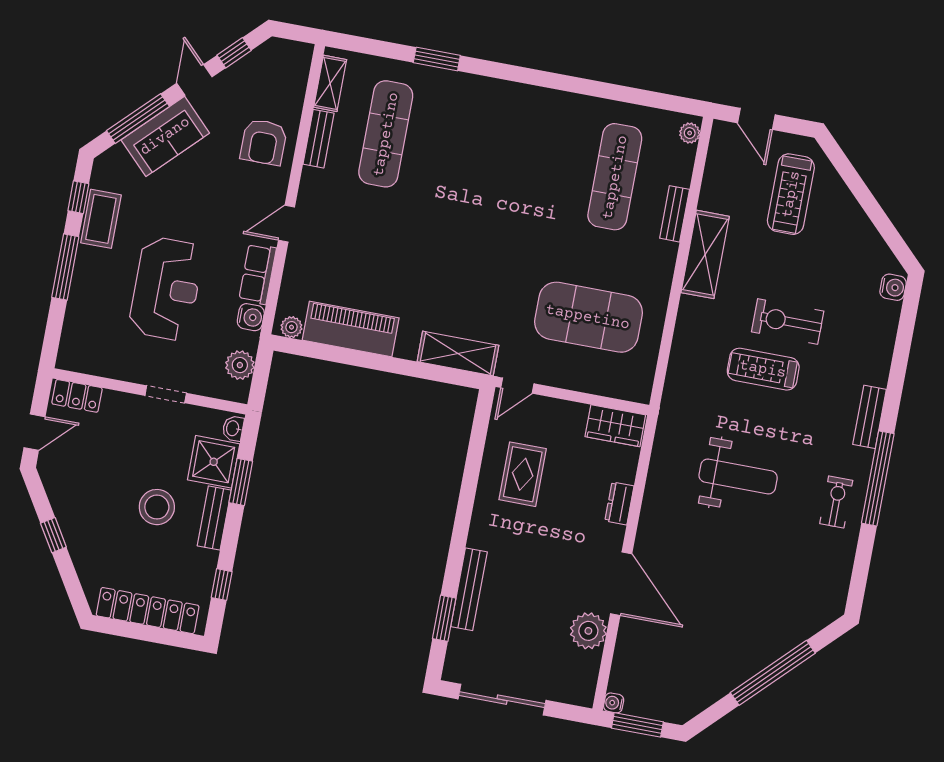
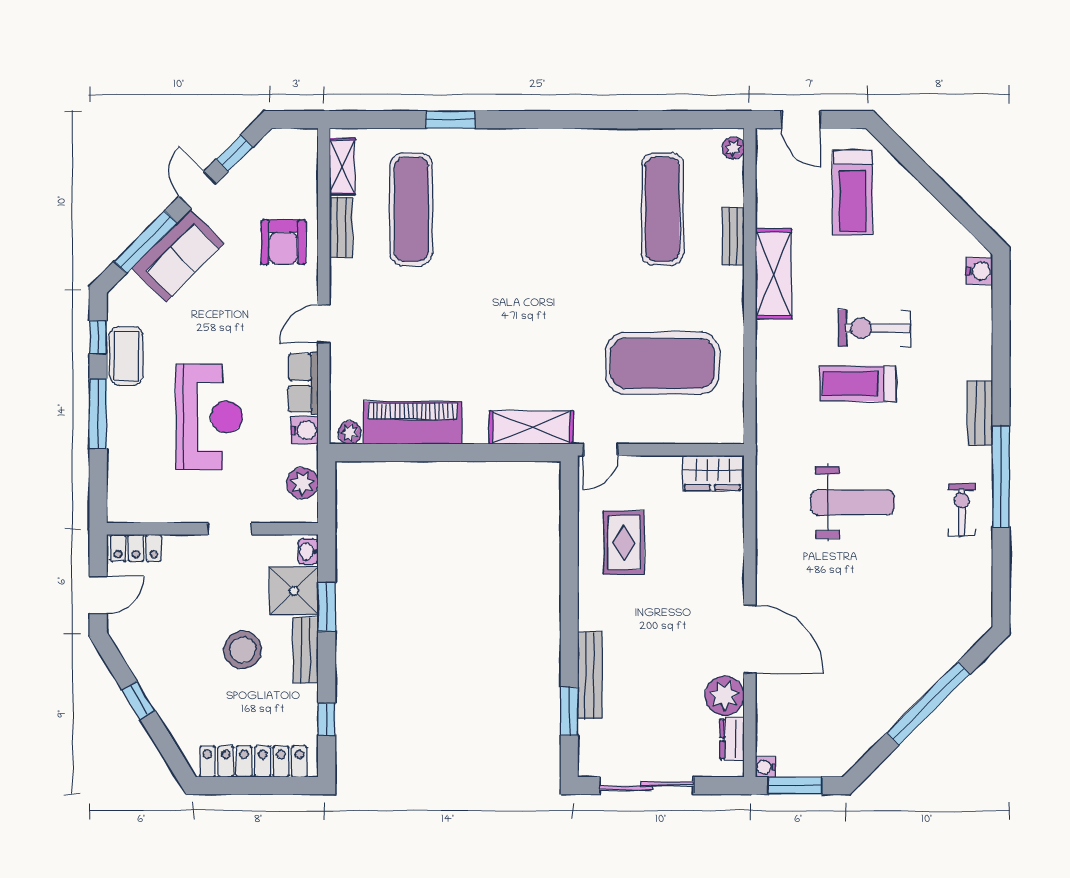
dresser: (619, 503) -> (732, 739), moved

